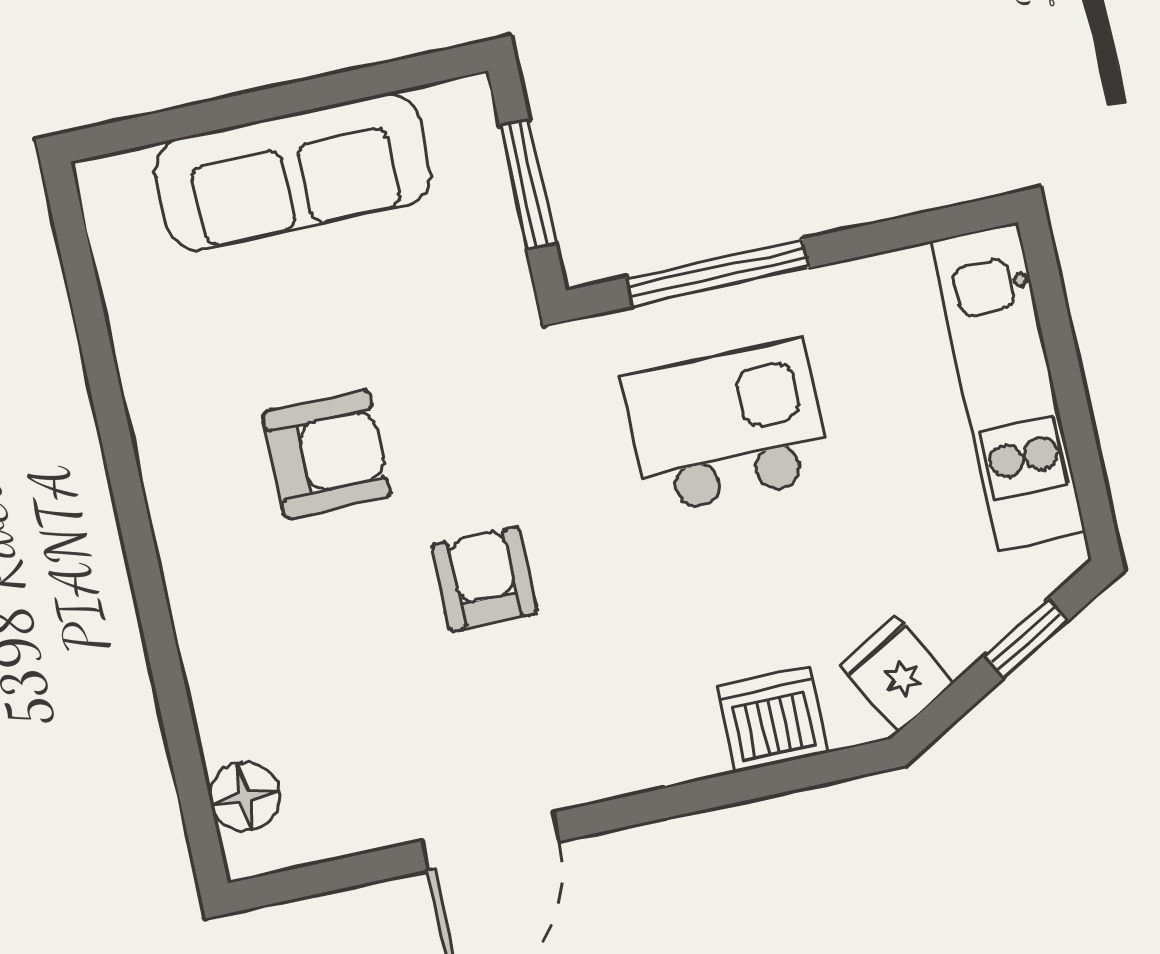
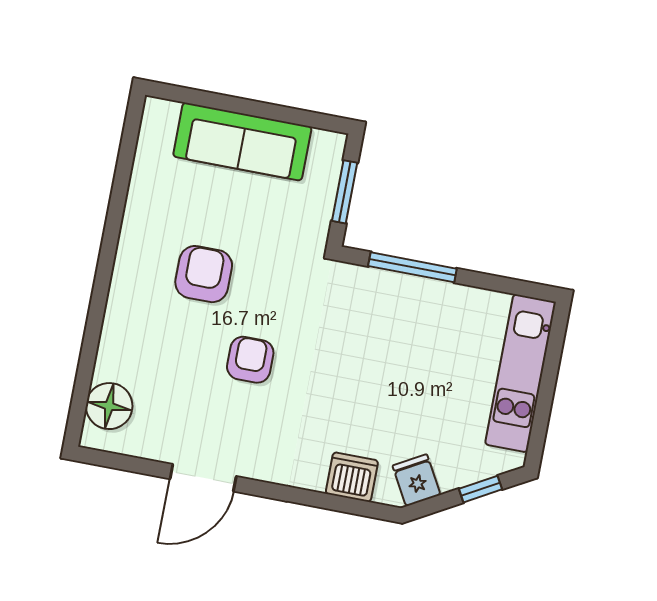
kitchen island: (727, 427) -> (387, 338), removed
armchair: (327, 454) -> (204, 274), turned -90
floor lamp: (245, 797) -> (109, 406), width x1.38, depth x1.38

